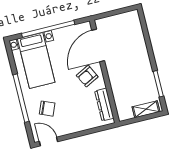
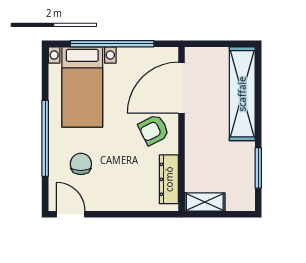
shelving: (137, 40) -> (242, 94), added
chair: (47, 109) -> (81, 164), turned -113
shelving: (146, 109) -> (205, 202), moved

